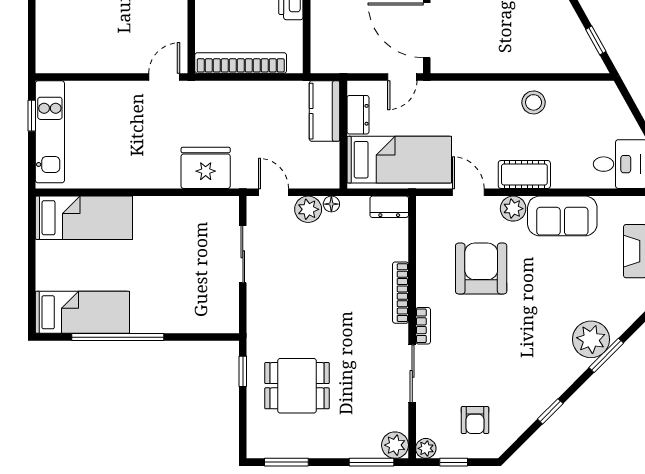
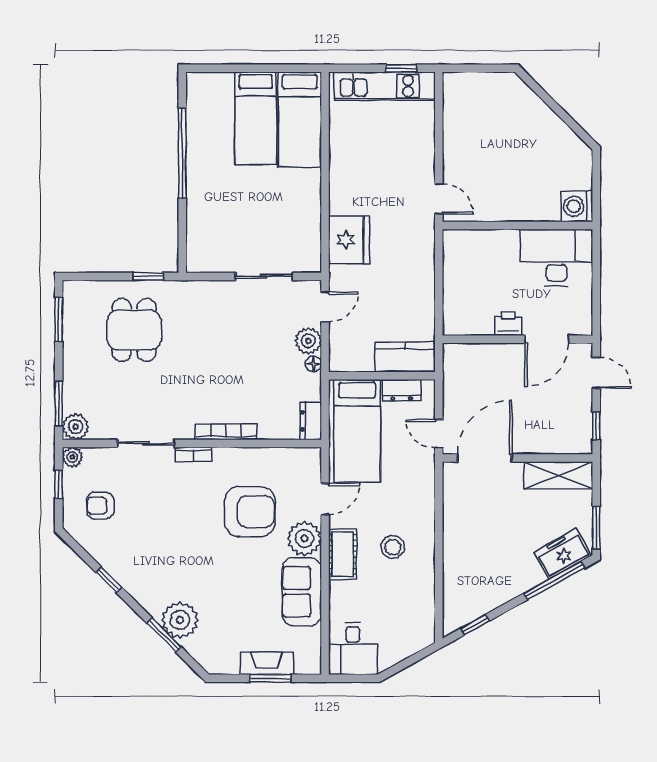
bookcase: (241, 63) -> (453, 274), removed
stool: (534, 102) -> (393, 547), moved
plant: (513, 209) -> (304, 539), width x1.36, depth x1.36
bed: (82, 312) -> (256, 118), moved

